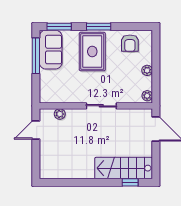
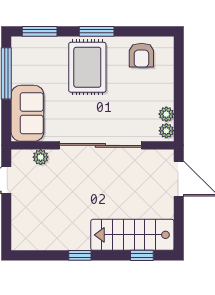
sofa: (51, 50) -> (27, 113), moved
plant: (147, 70) -> (166, 114), moved
sliding door: (101, 106) -> (100, 145), width x1.86
window: (87, 182) -> (80, 255), added

